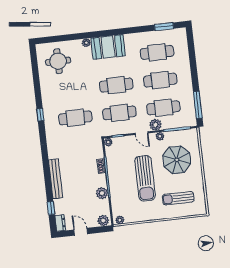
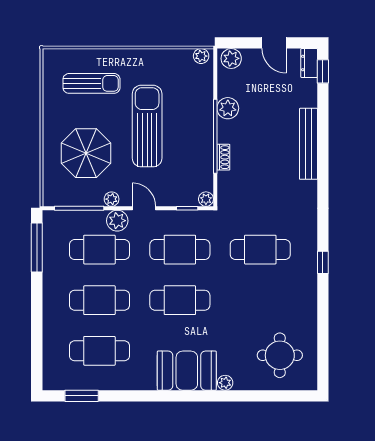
window: (51, 208) -> (323, 71), moved

